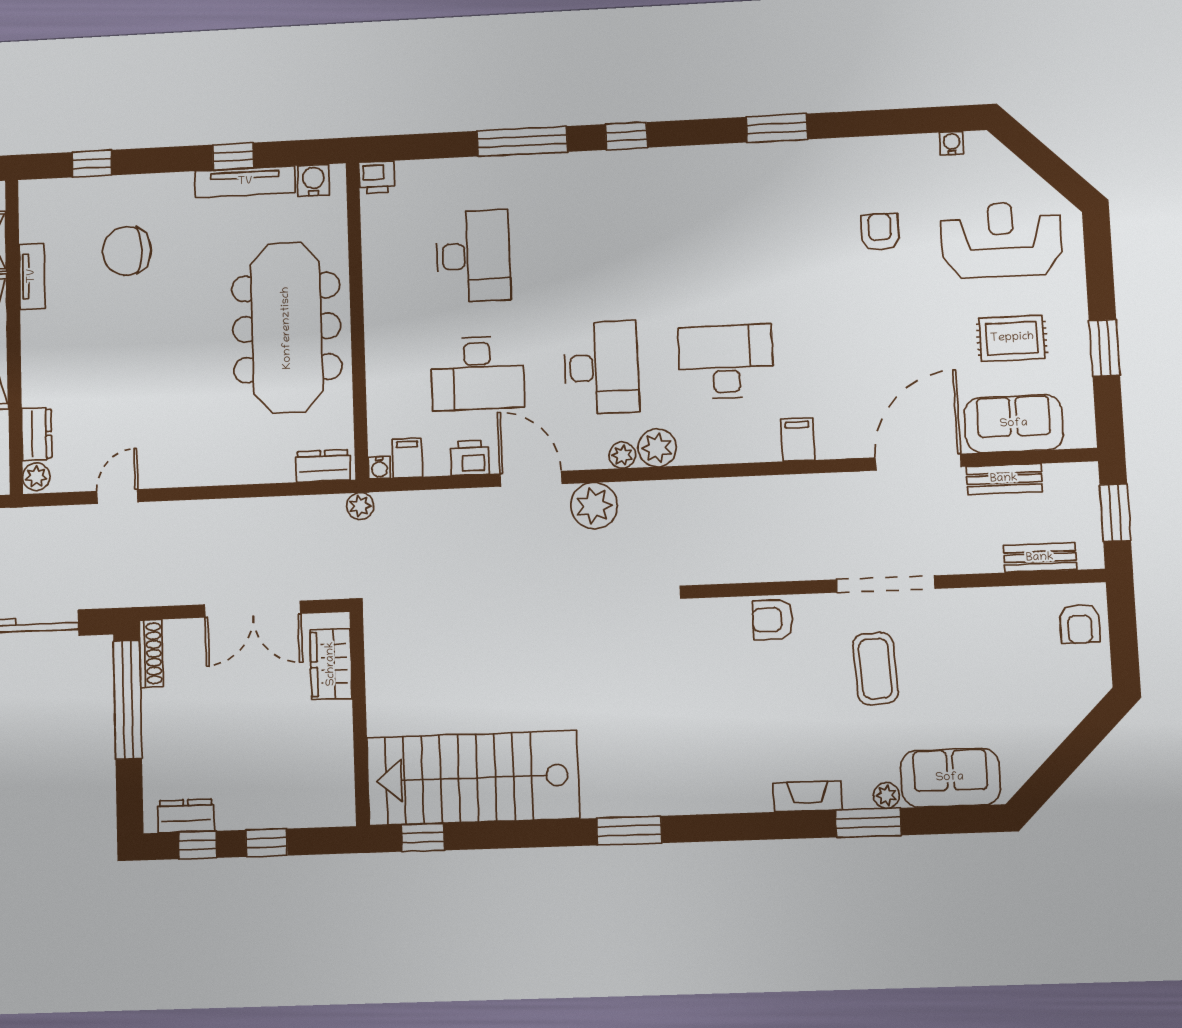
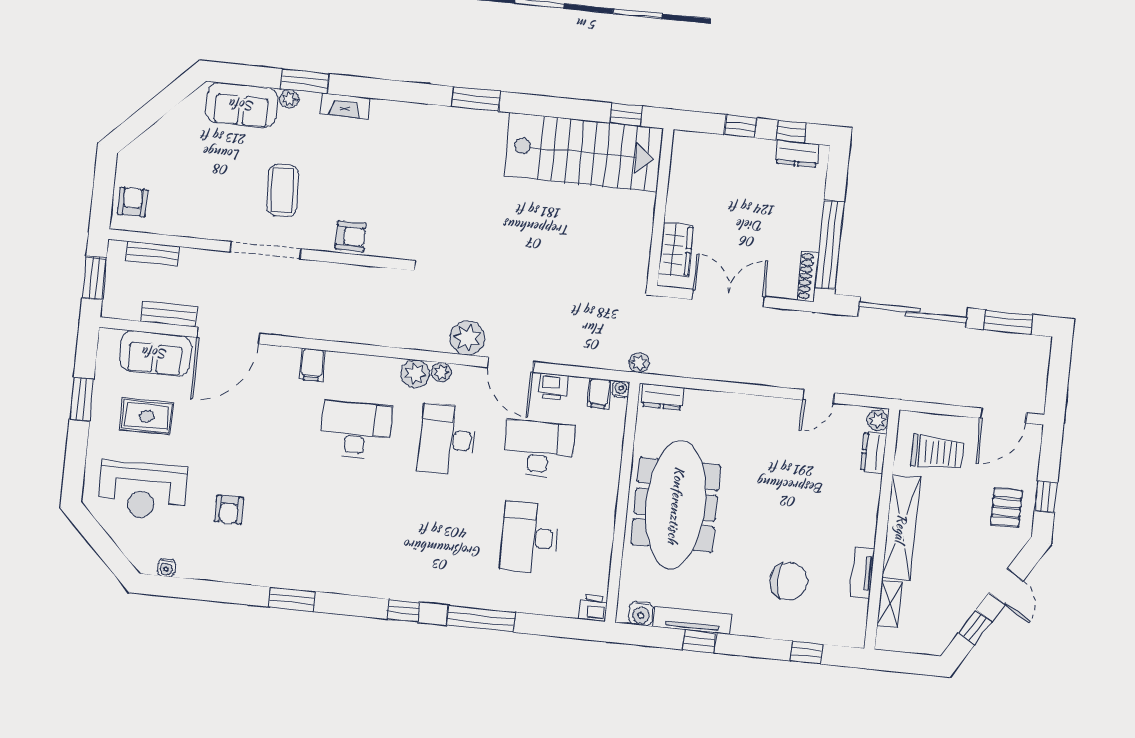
desk: (726, 362) -> (356, 430), turned 180

